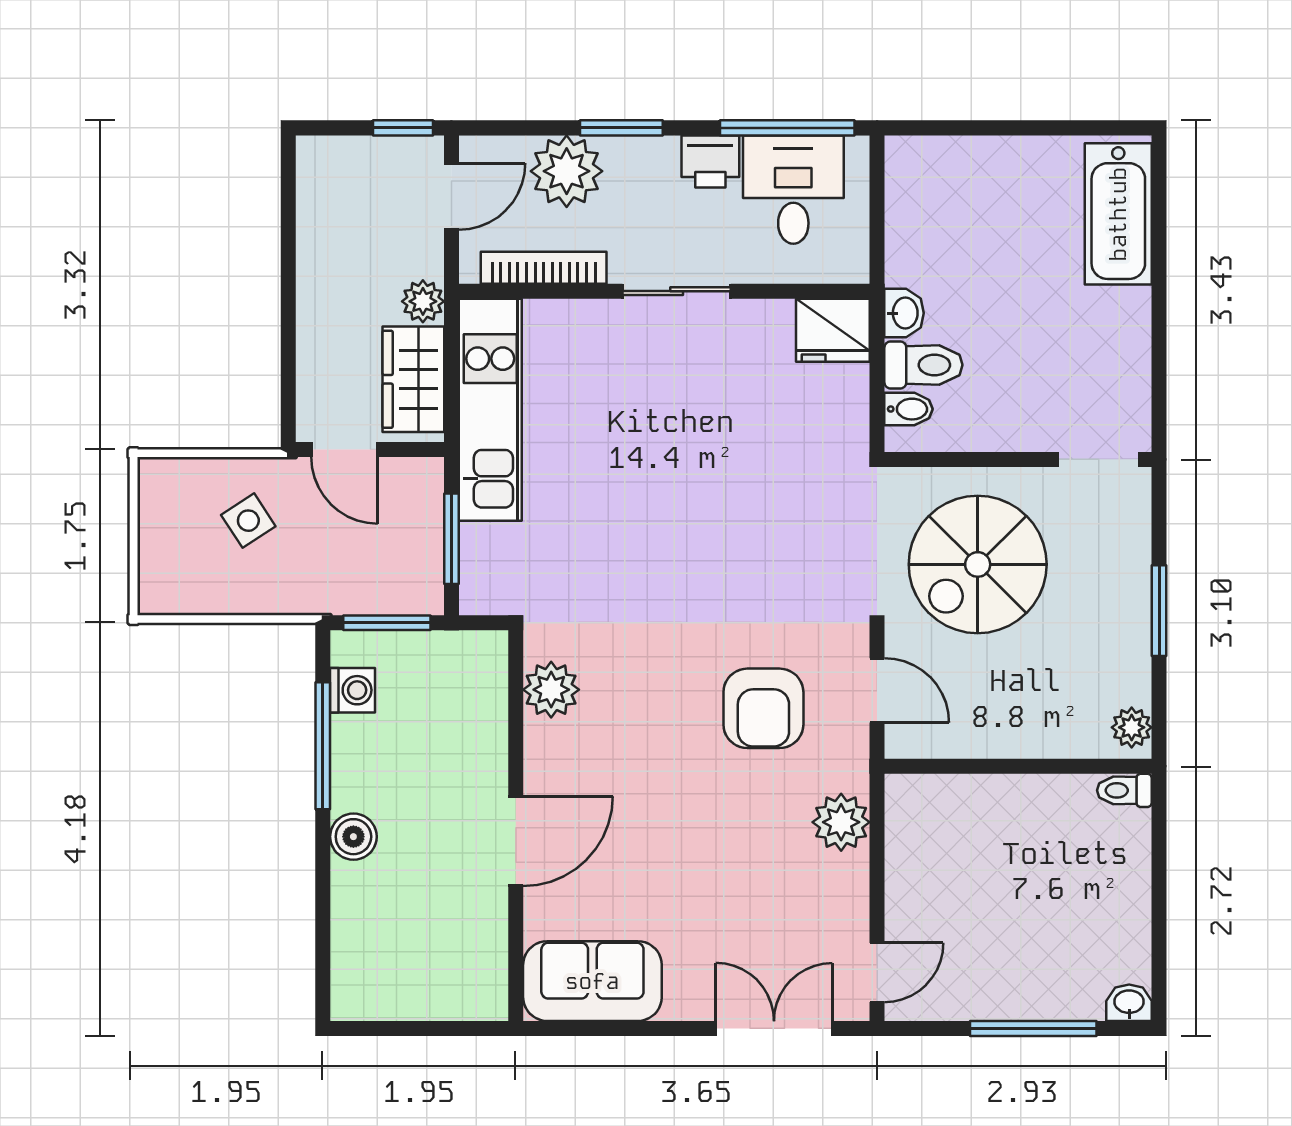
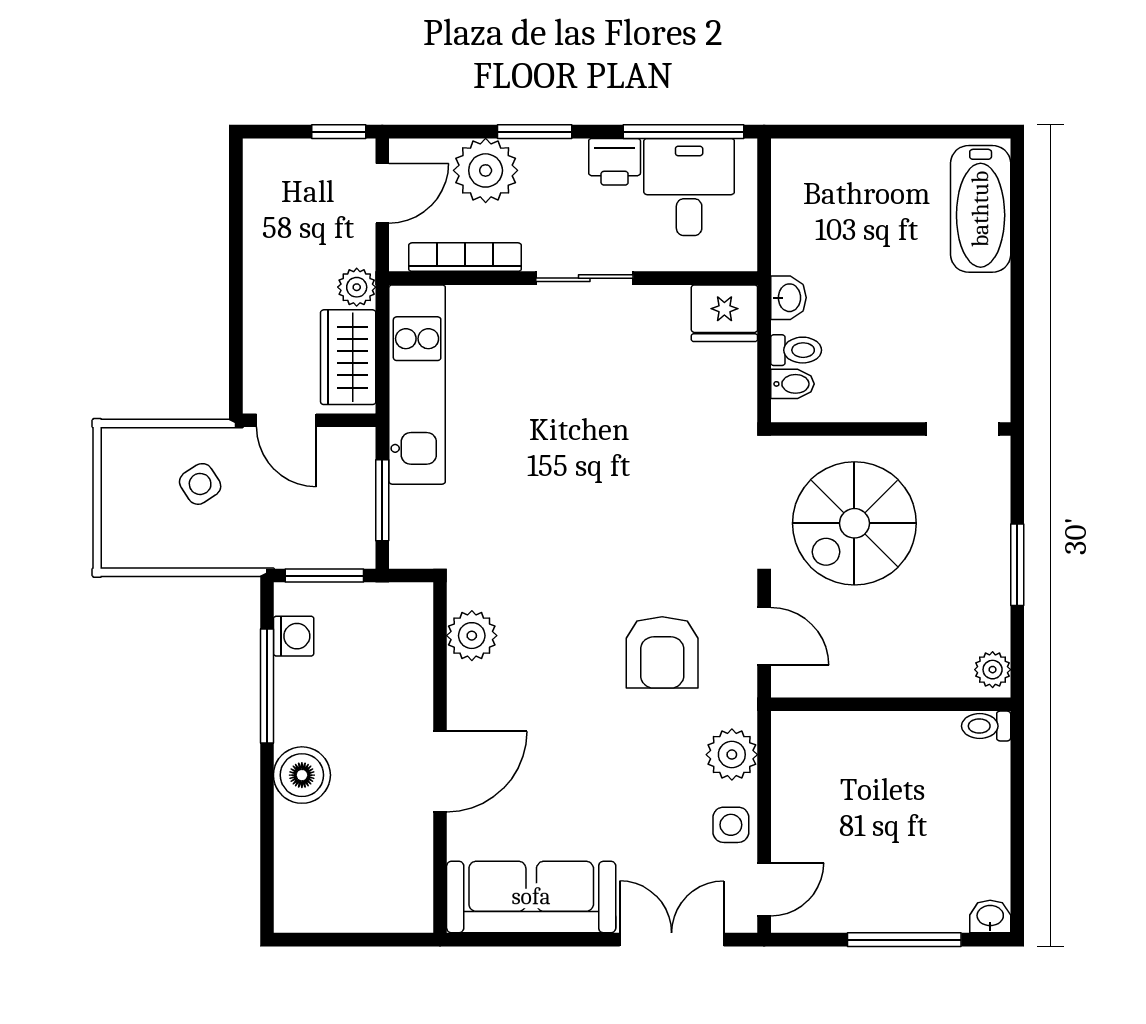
toilet: (923, 365) -> (796, 350), width x0.73, depth x0.72
boiler: (353, 837) -> (302, 775), width x1.36, depth x1.36
side table: (840, 901) -> (731, 825), added
sofa: (592, 981) -> (531, 897), width x1.36

